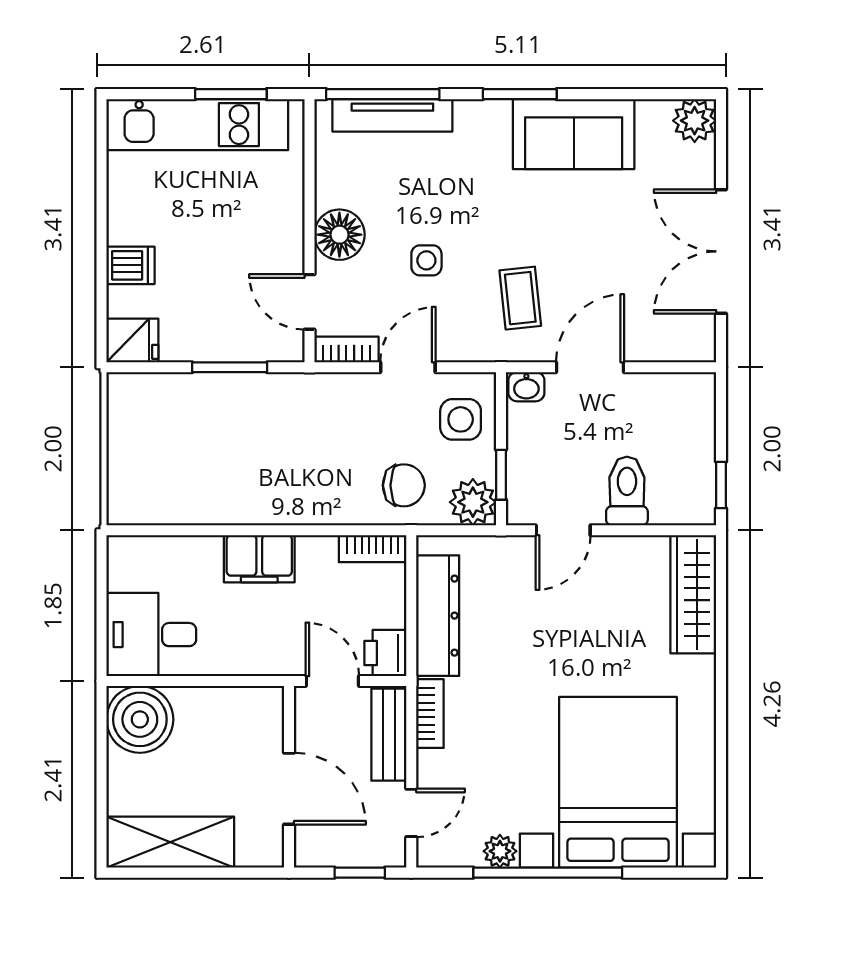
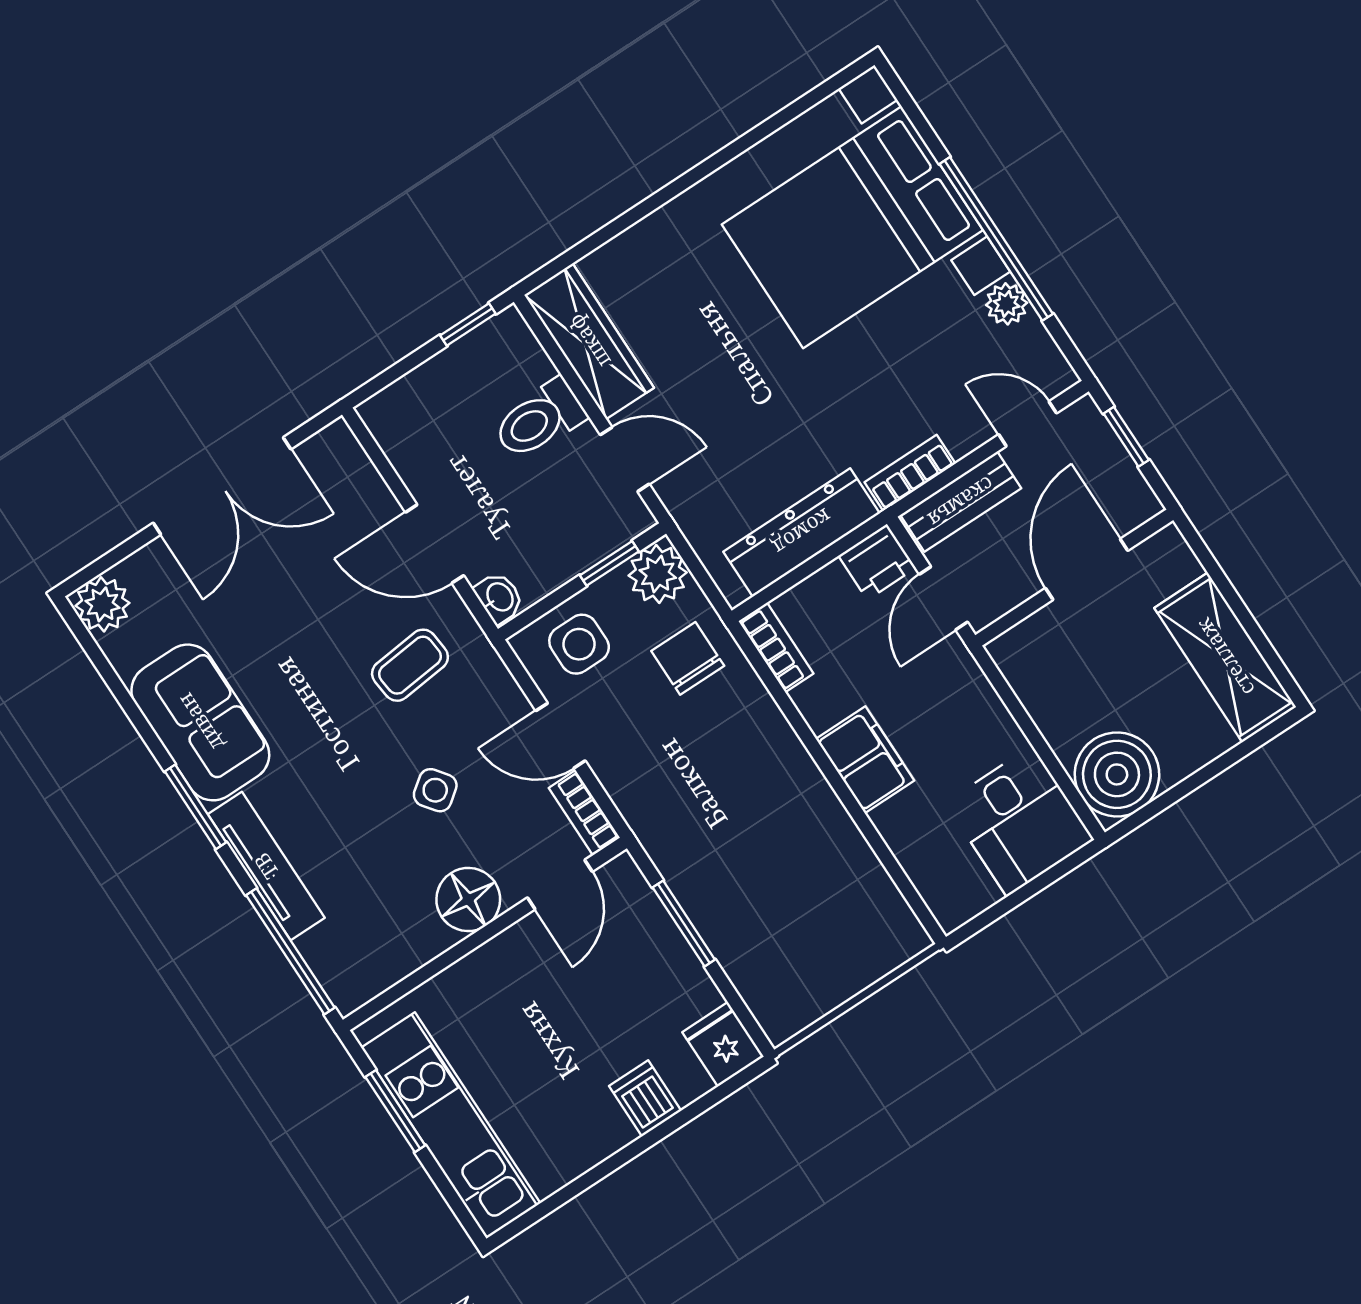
tv unit: (392, 115) -> (266, 866), moved
side table: (426, 260) -> (435, 790), turned -37
wardrobe: (693, 594) -> (589, 341), moved, turned -90

